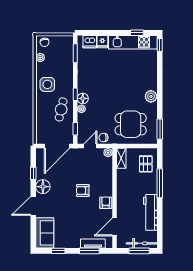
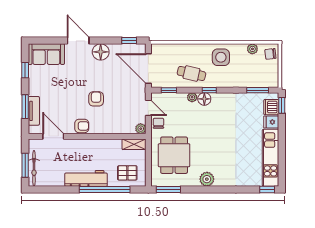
window: (137, 33) -> (282, 105), moved
window: (33, 173) -> (129, 41), moved
window: (160, 183) -> (105, 189), width x1.46
workbench: (150, 212) -> (86, 178), moved

